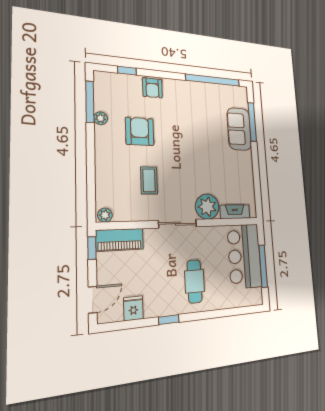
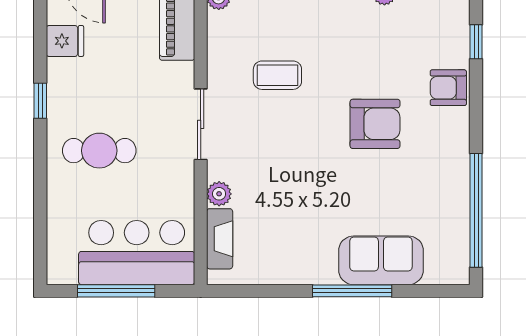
window: (252, 122) -> (352, 291), moved
armchair: (140, 131) -> (375, 124), moved
plant: (207, 207) -> (219, 194), width x0.53, depth x0.53

